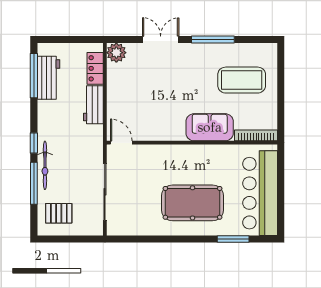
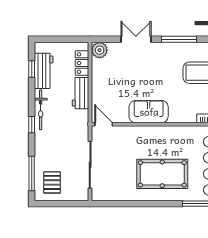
window: (34, 76) -> (32, 69), width x0.46
sofa: (210, 127) -> (149, 112), moved
bicycle: (45, 165) -> (41, 110), moved
window: (34, 183) -> (32, 174), moved
pallet: (59, 213) -> (52, 182), turned 90

